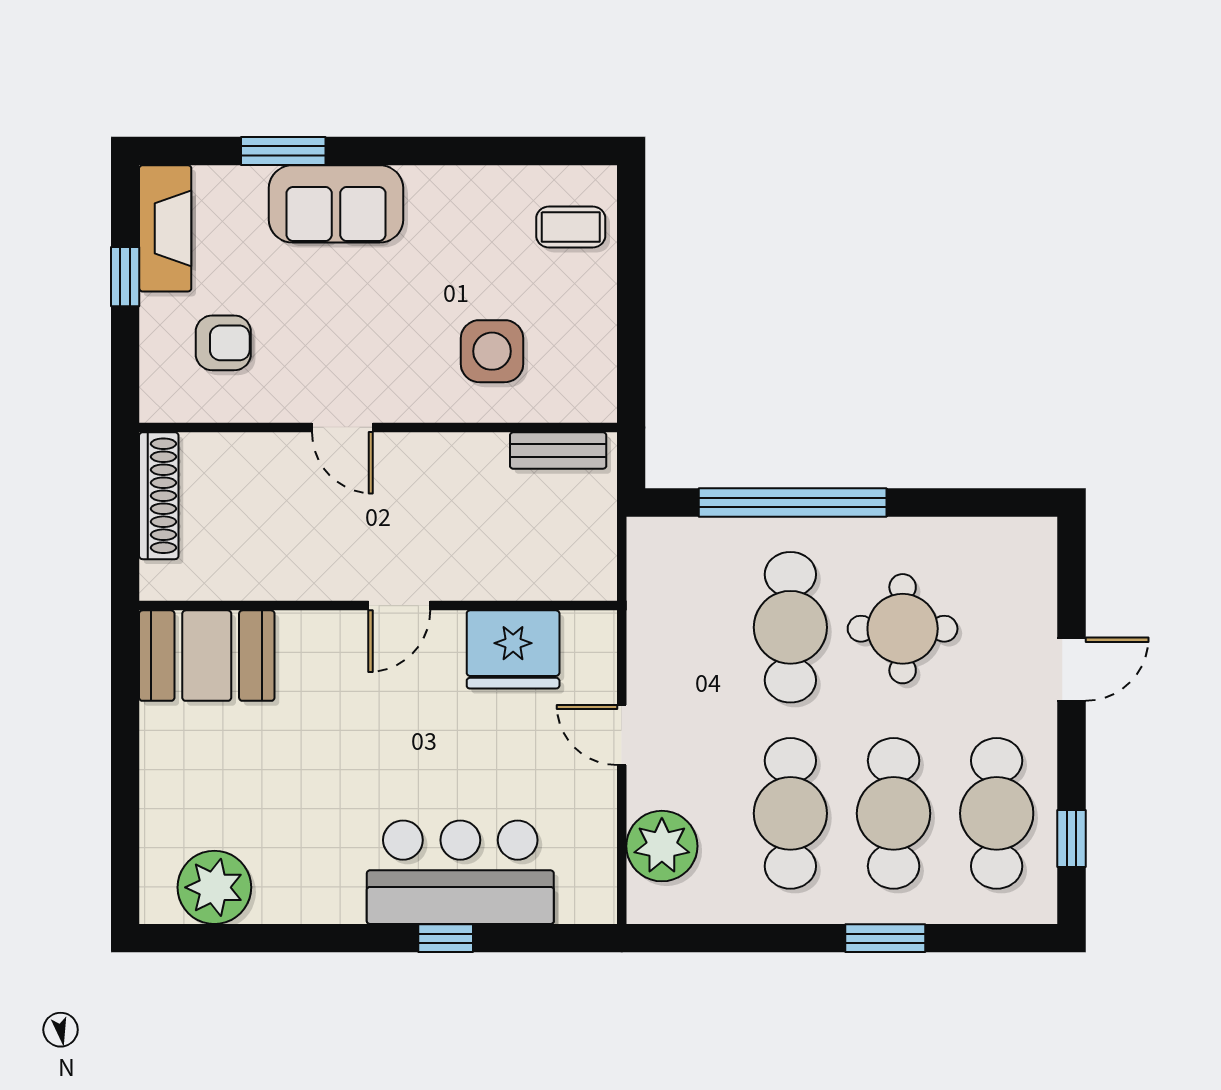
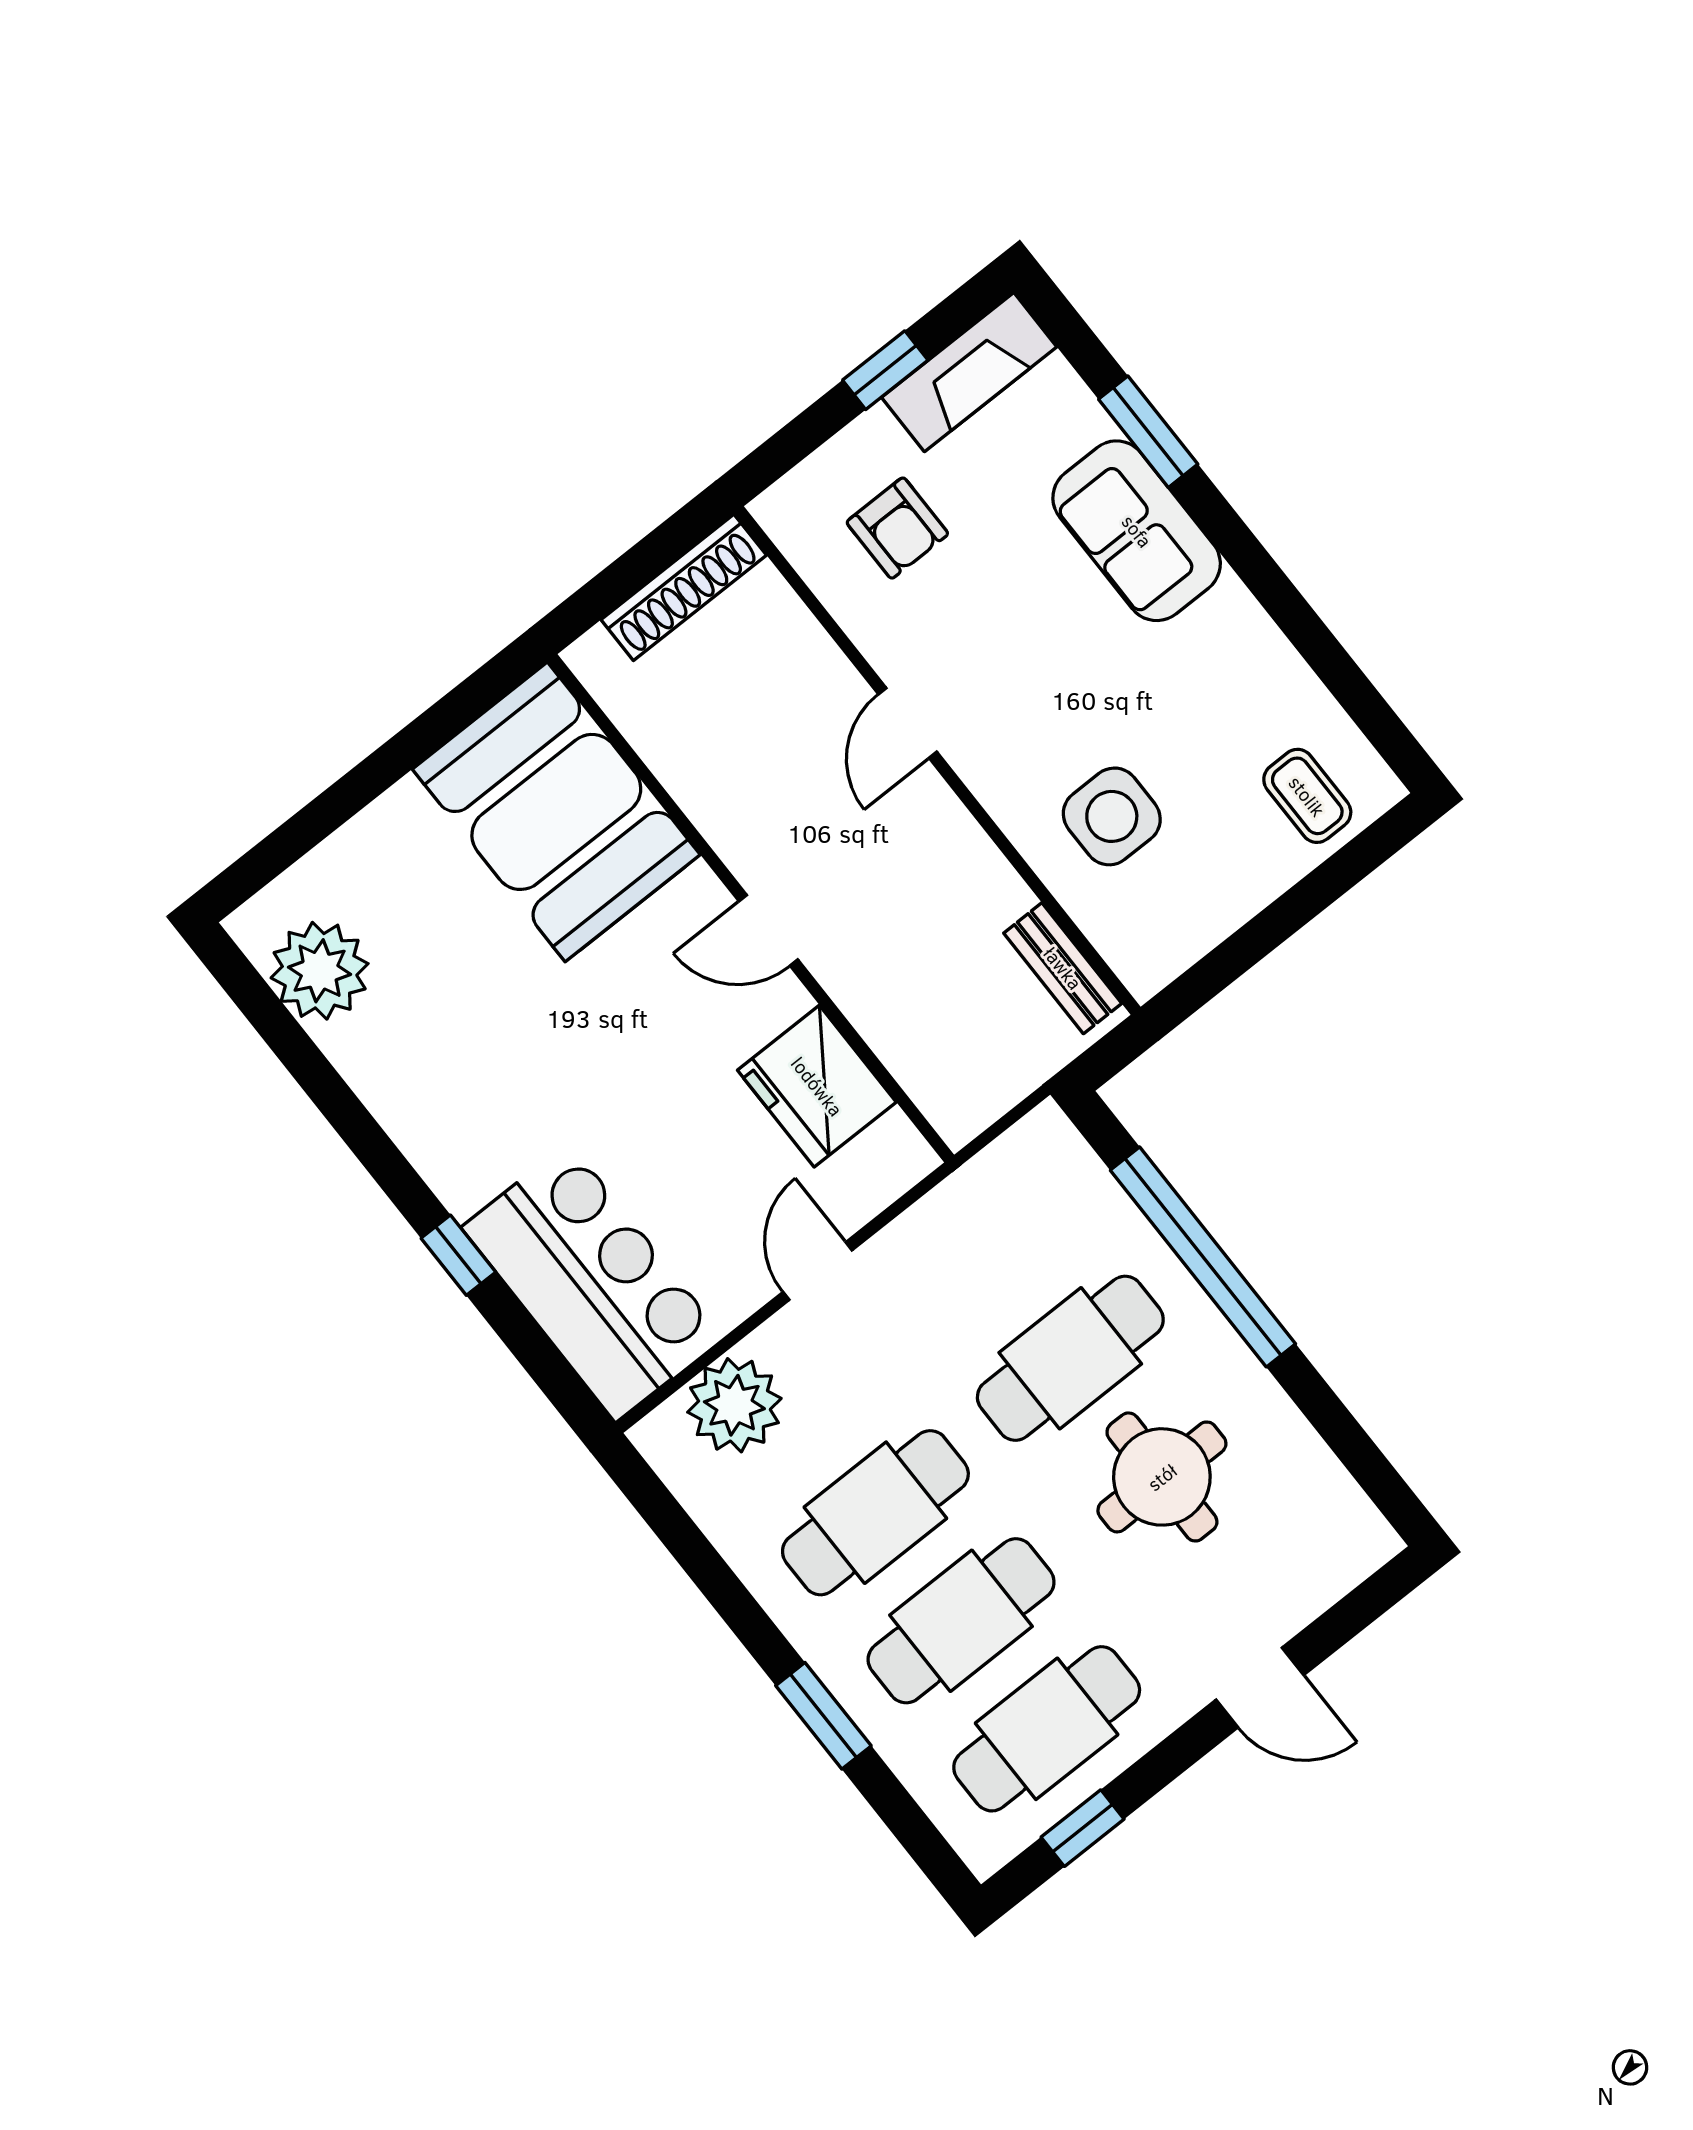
booth: (207, 656) -> (556, 812), width x1.36, depth x1.42
bar counter: (460, 872) -> (592, 1282), moved

